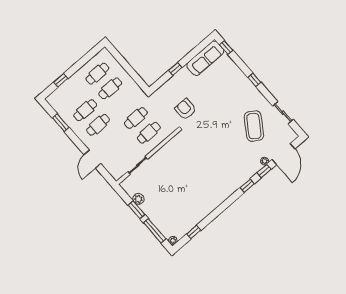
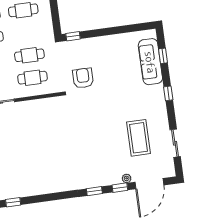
window: (226, 47) -> (163, 56), moved
sofa: (205, 58) -> (150, 62), moved, turned 90
window: (175, 69) -> (73, 36), moved
coffee table: (254, 126) -> (139, 138), turned -34

